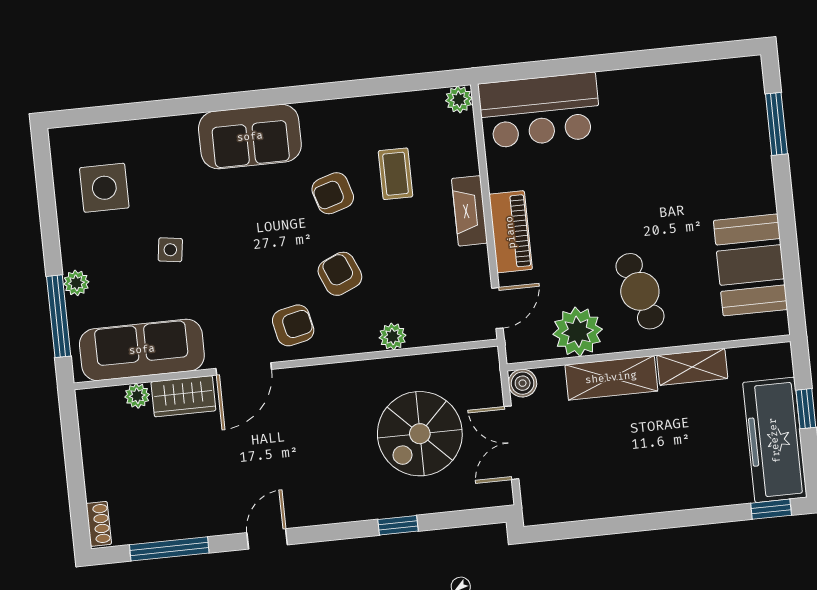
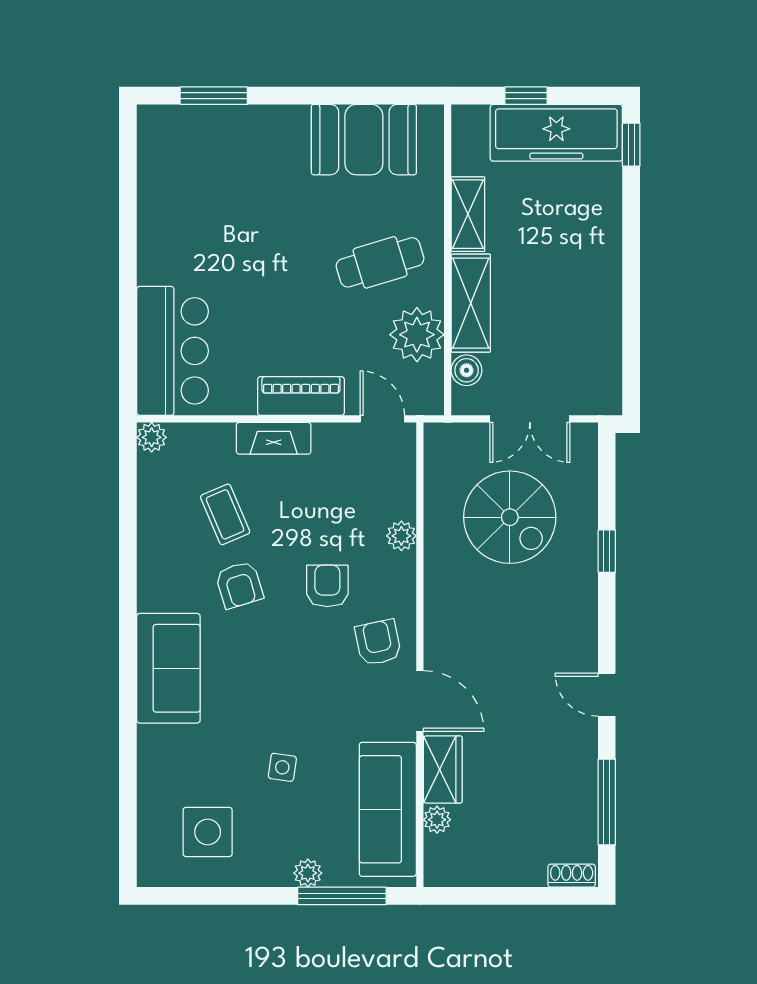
coffee table: (396, 174) -> (225, 514), turned 67
armchair: (340, 274) -> (327, 586), turned 113
boiler: (523, 383) -> (467, 370), moved

